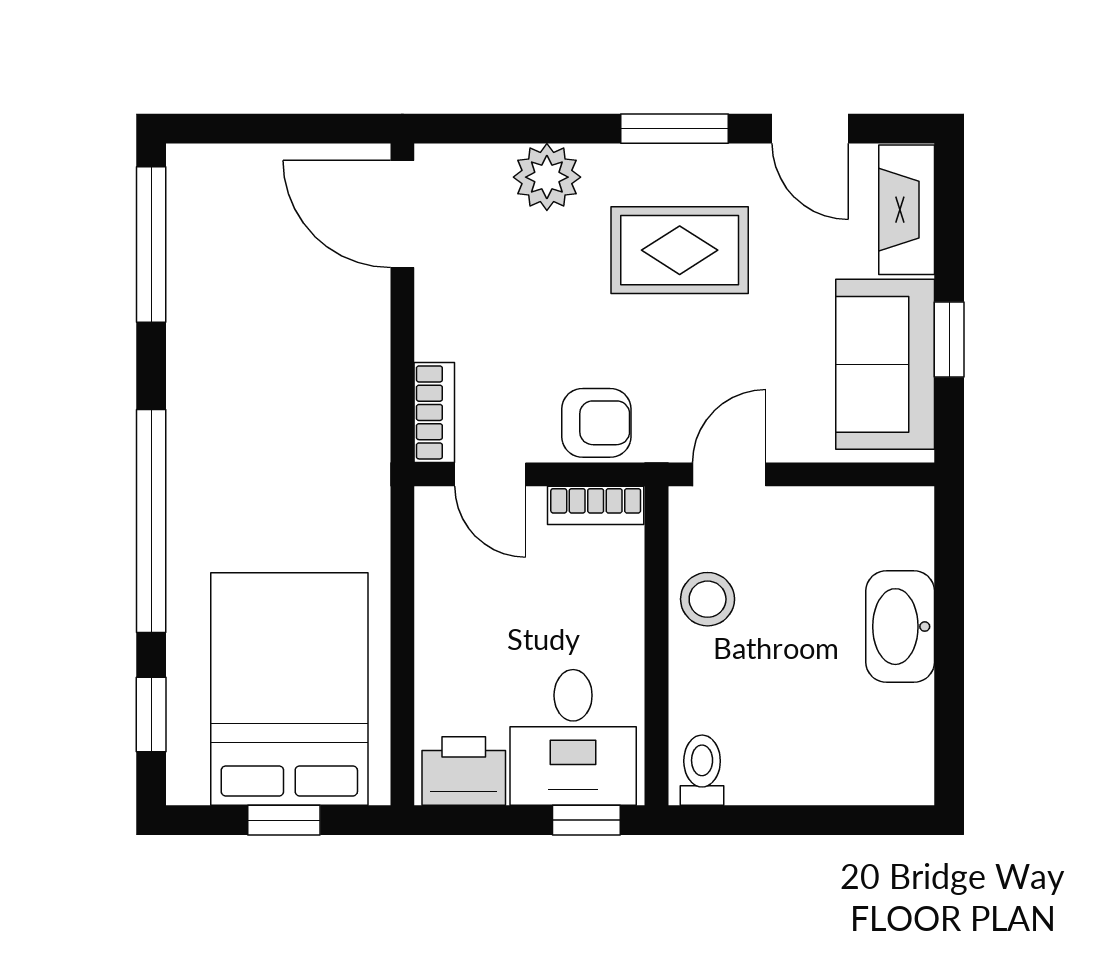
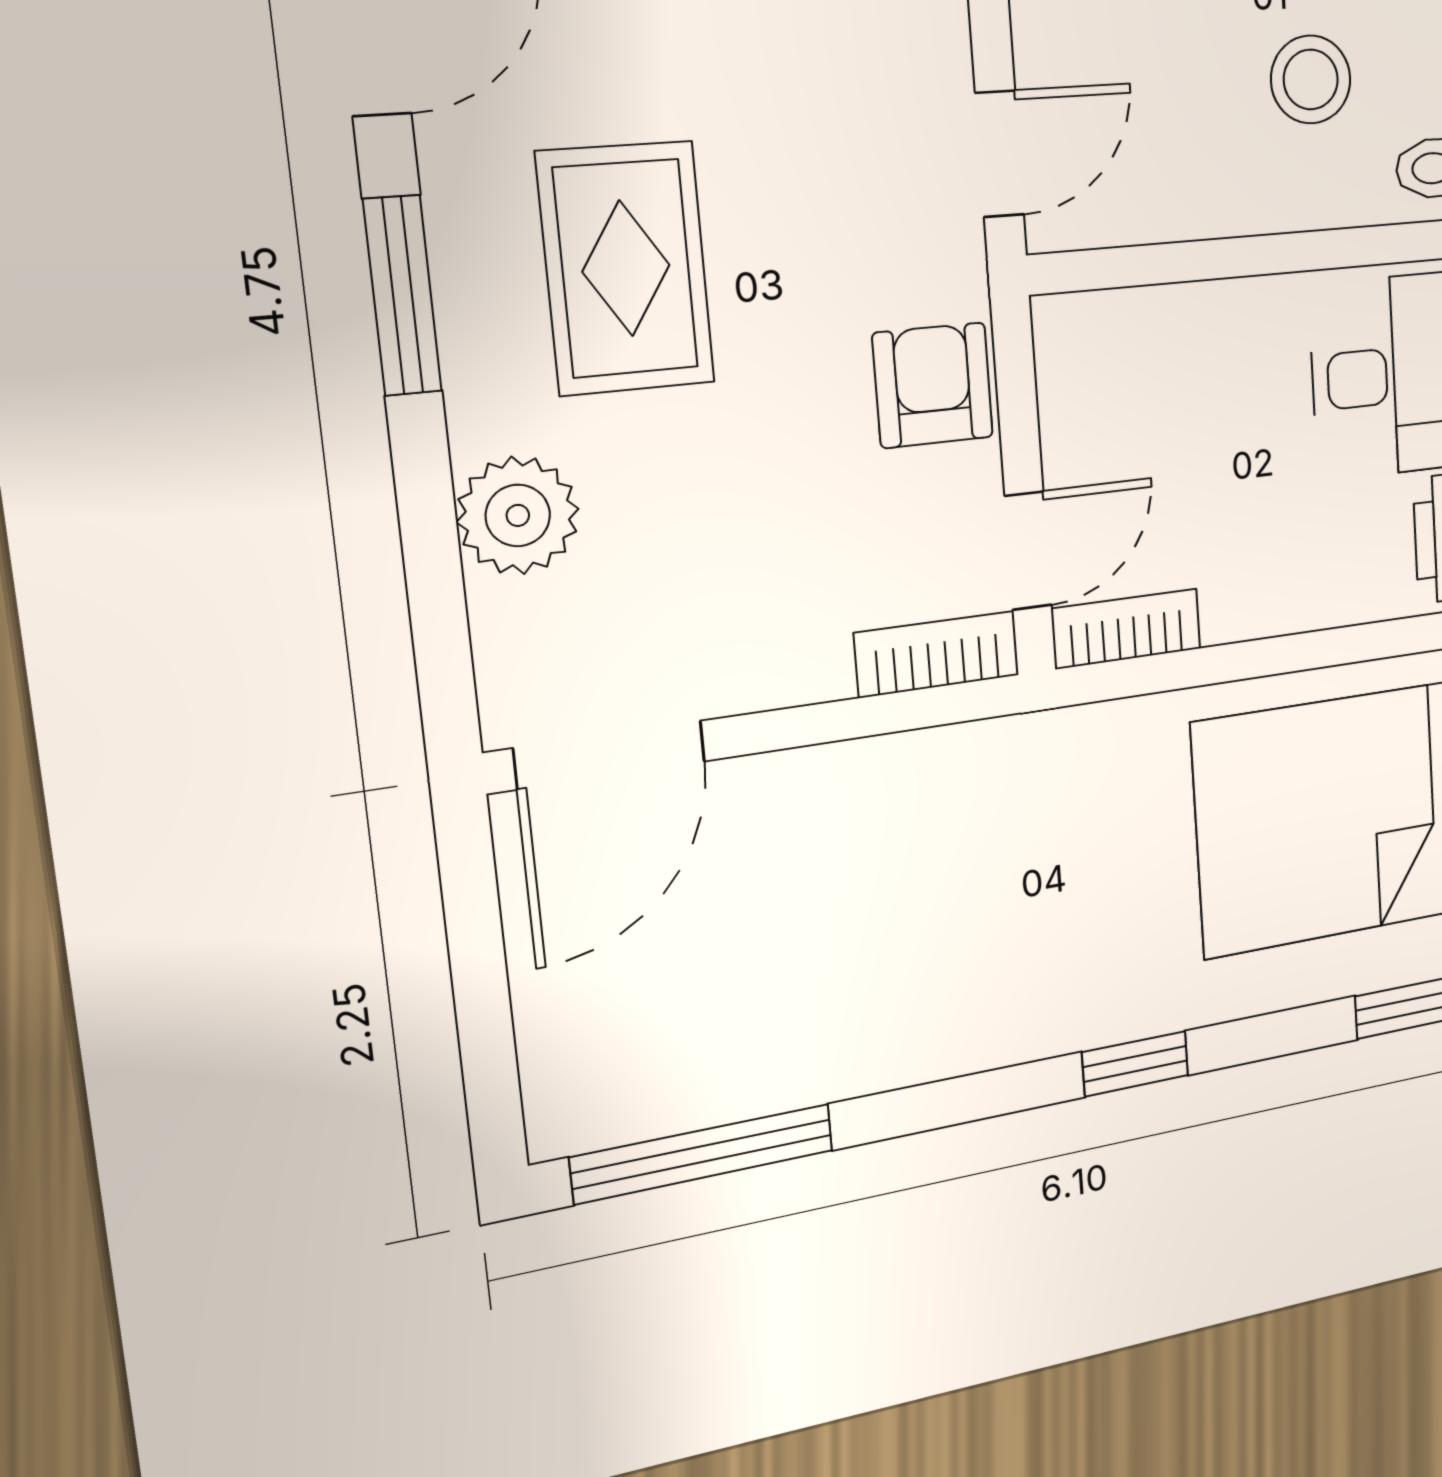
door: (729, 474) -> (999, 154), swing flipped
bookcase: (596, 505) -> (1126, 629), moved, turned -90
window: (151, 521) -> (1135, 1064), width x0.32
stool: (708, 599) -> (1311, 80), moved

